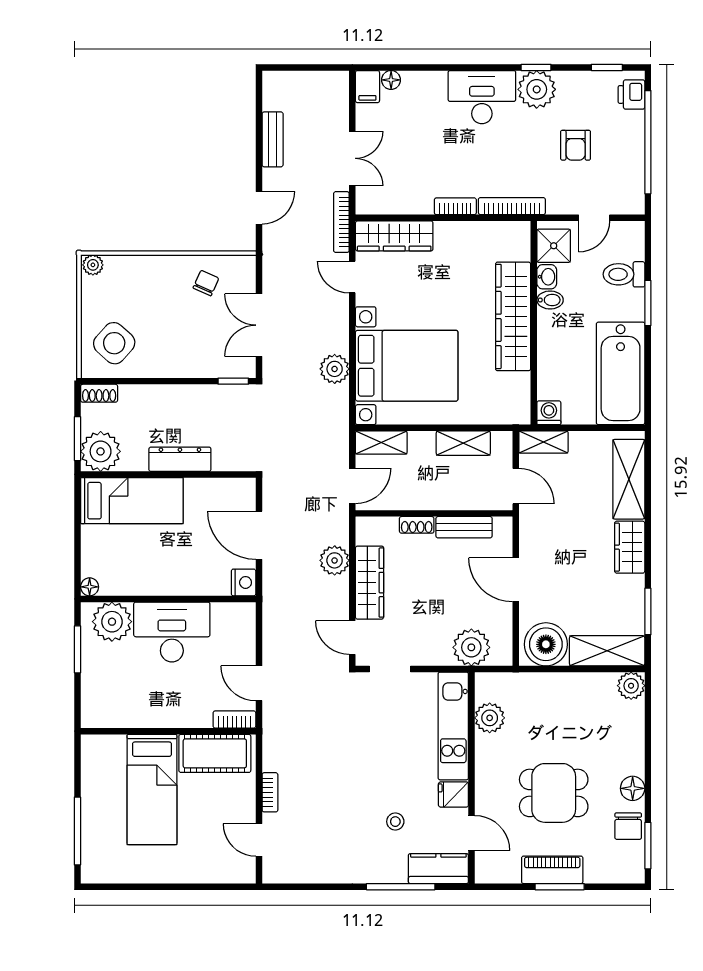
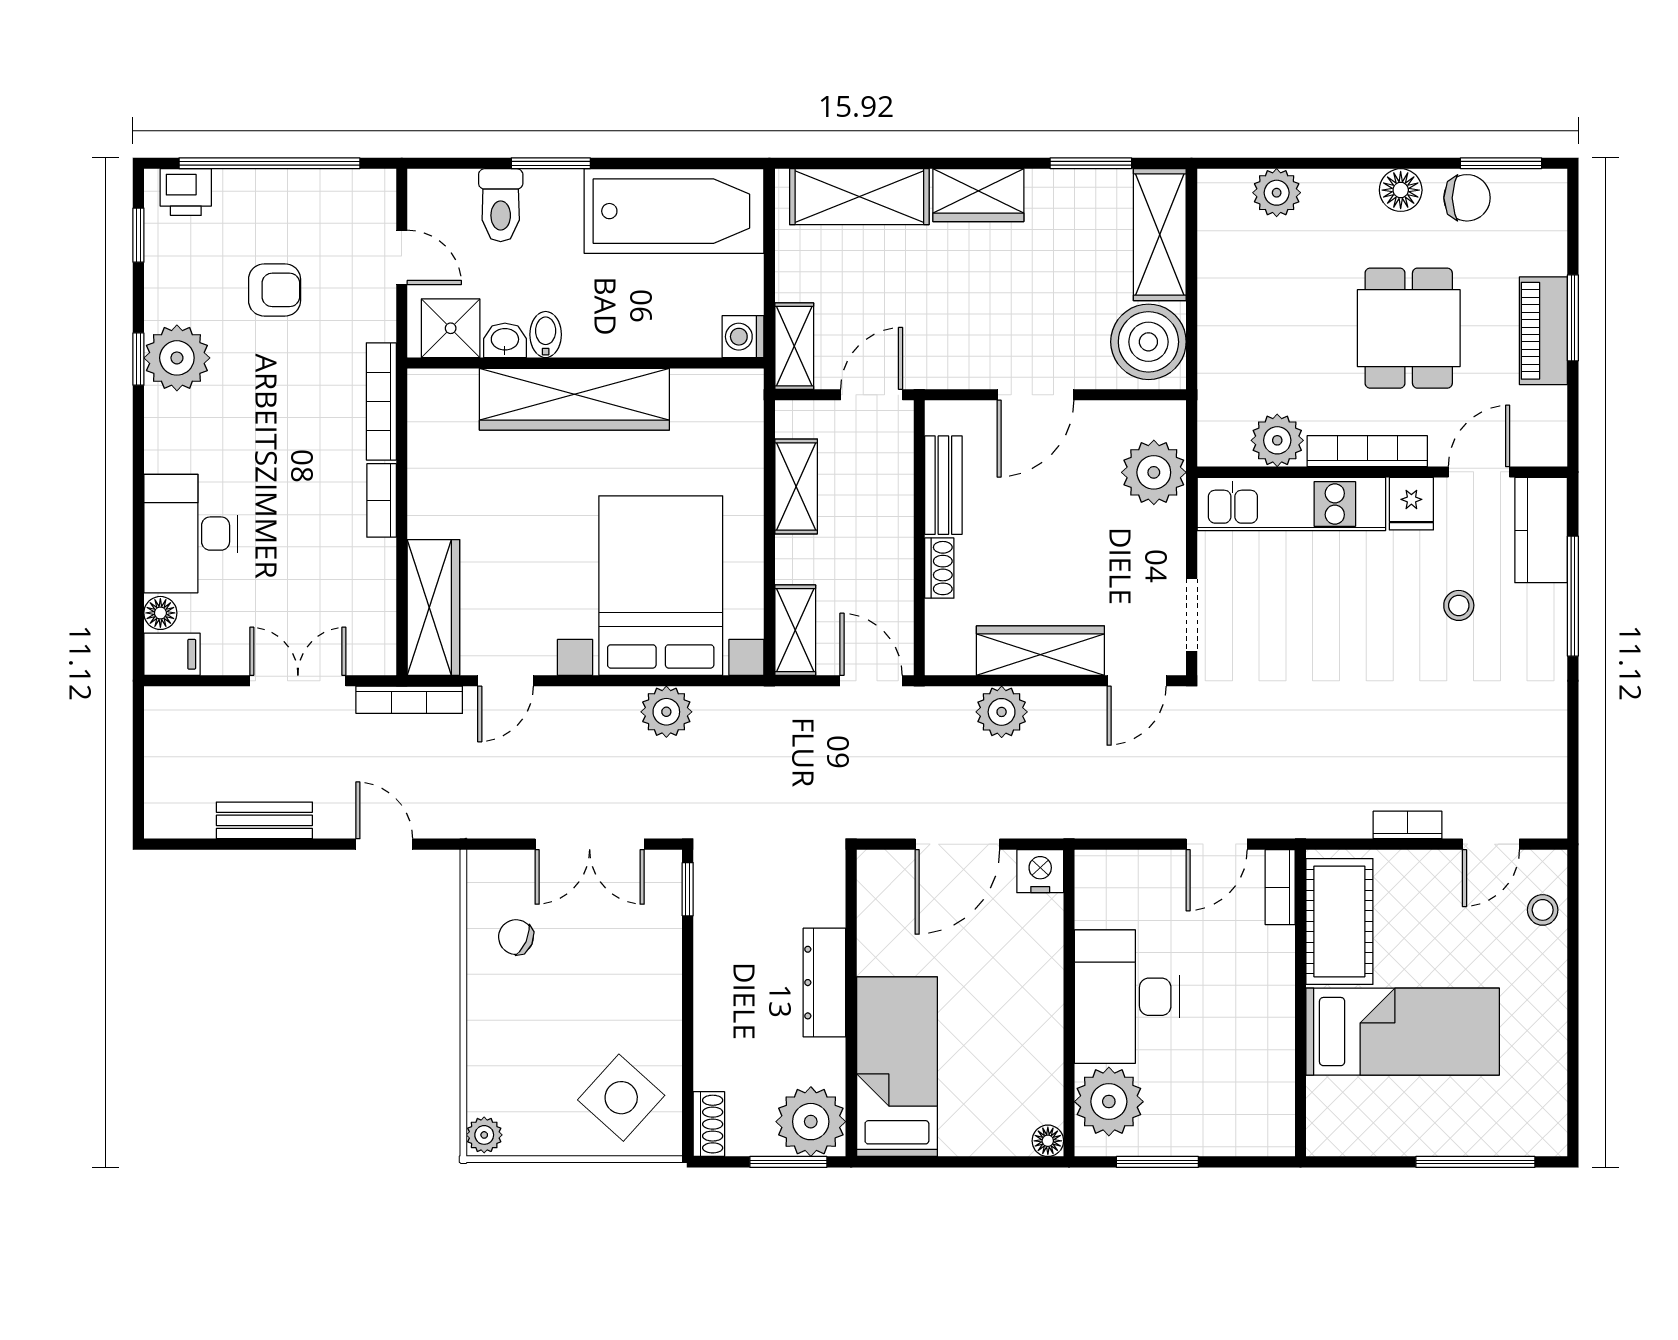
desk: (482, 97) -> (190, 534), moved
plant: (631, 686) -> (1277, 193), moved
bookcase: (483, 769) -> (1367, 451), added
stool: (221, 869) -> (1543, 910), added

